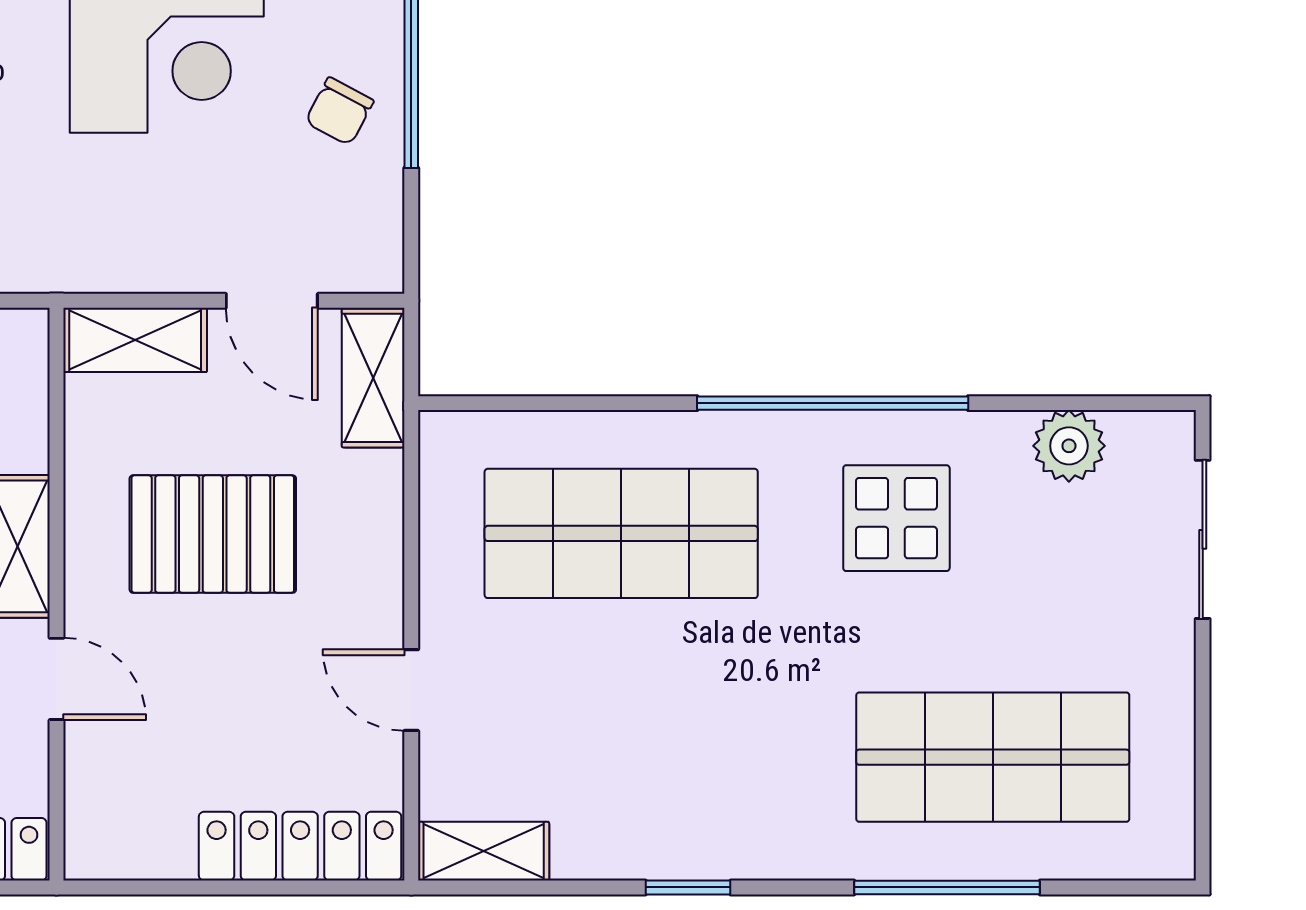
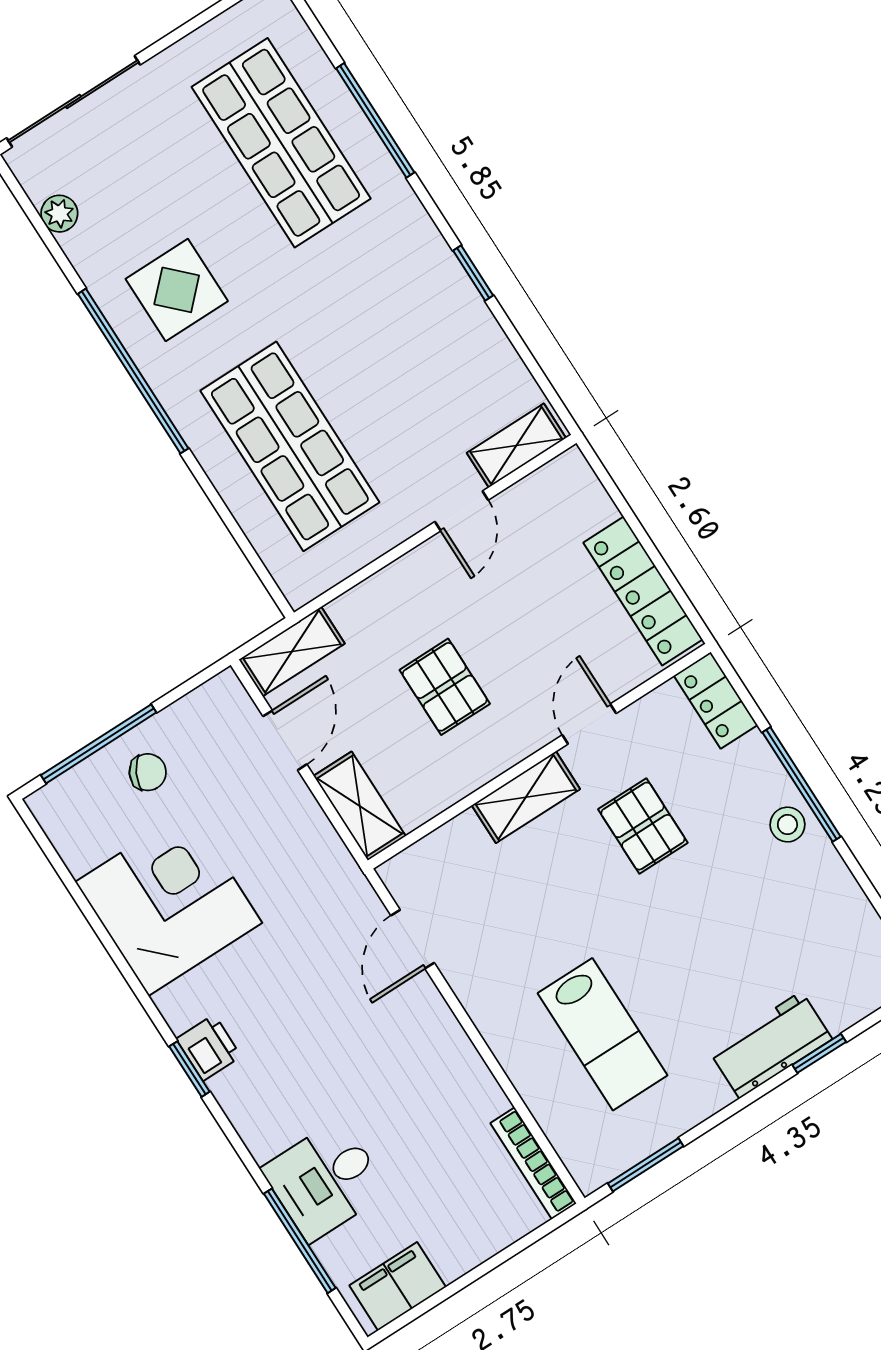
plant: (1069, 446) -> (59, 214), width x0.73, depth x0.73
pallet: (213, 534) -> (445, 687), width x0.67, depth x0.71
sliding door: (1203, 539) -> (73, 101), width x1.37
locker: (300, 846) -> (643, 591), moved
shelving: (484, 851) -> (516, 445), moved, turned 90

